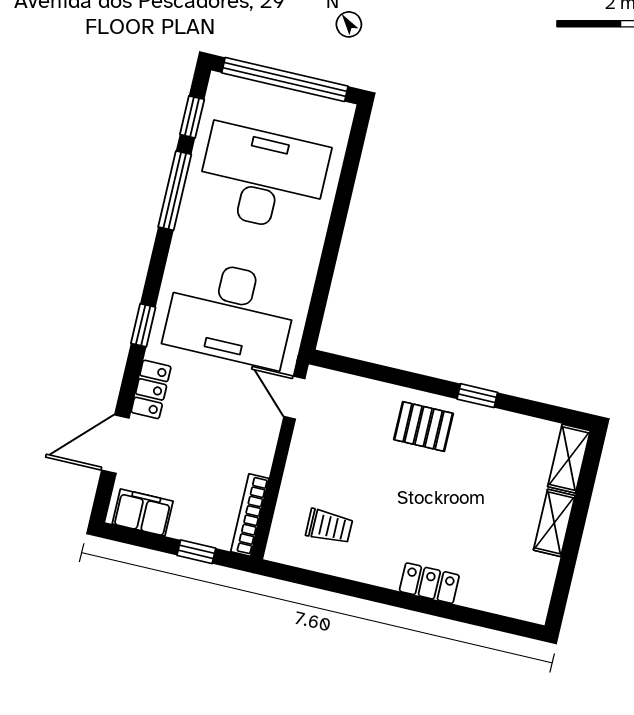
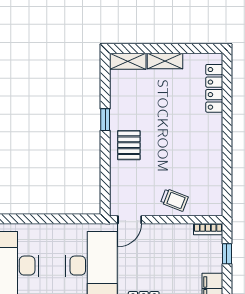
bookcase: (250, 515) -> (208, 229), width x0.64
trolley: (329, 526) -> (174, 200), moved, turned 111
locker: (429, 583) -> (214, 88), moved, width x1.53

